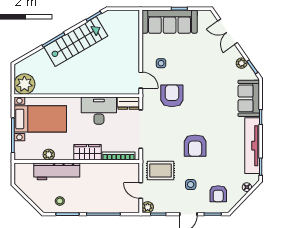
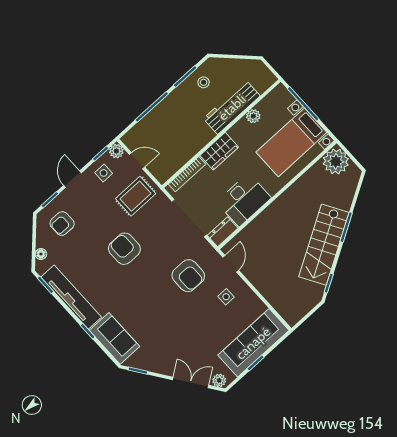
plant: (242, 63) -> (219, 380), moved
door: (141, 80) -> (231, 264), swing flipped
side table: (191, 185) -> (104, 173), moved
armchair: (218, 194) -> (62, 224), turned -90

